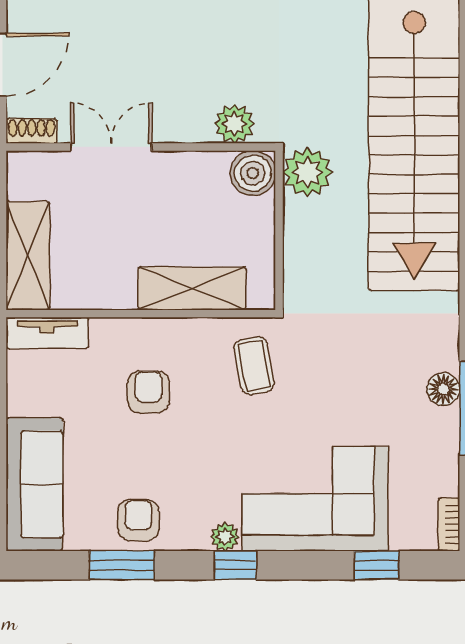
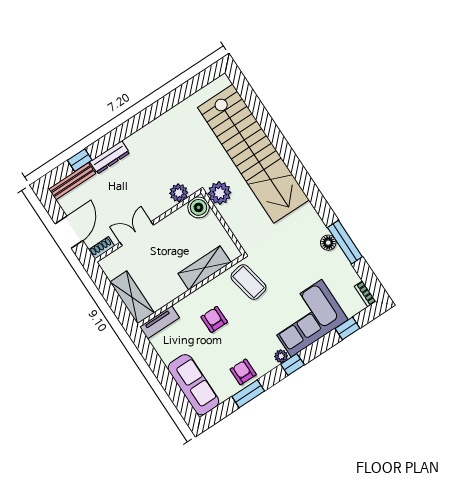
coffee table: (254, 366) -> (248, 282), width x1.36, depth x1.30

